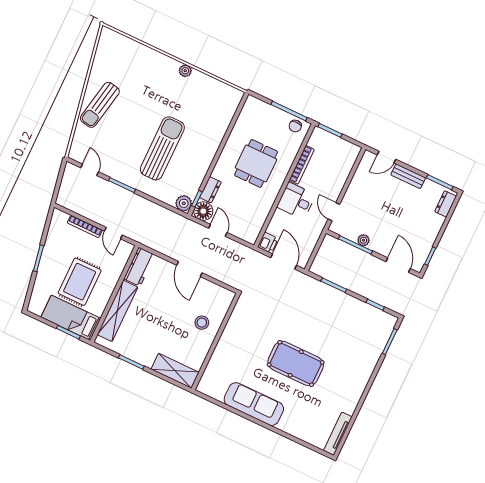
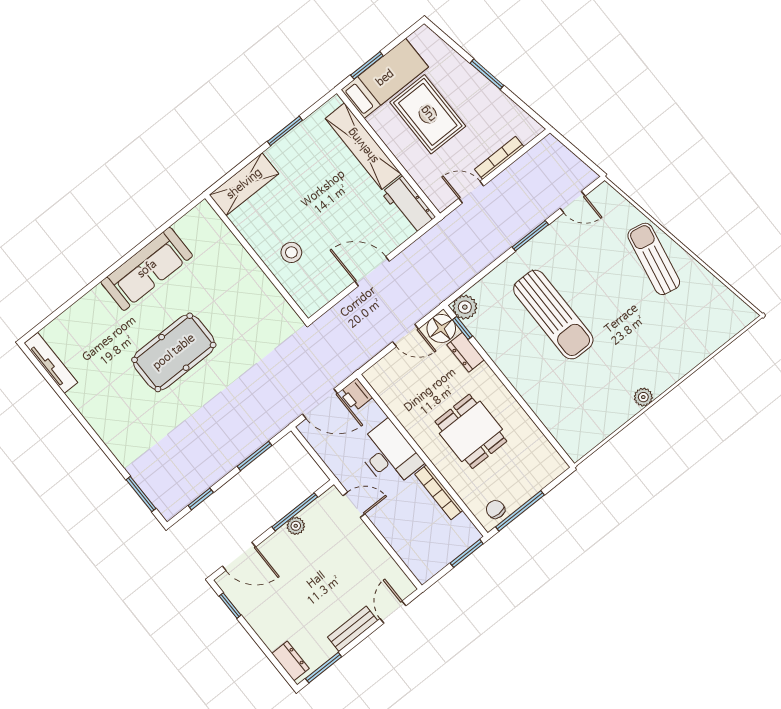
desk: (296, 201) -> (389, 455), width x1.37

